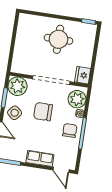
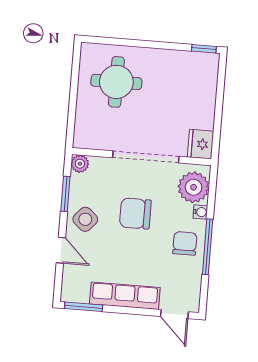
round table: (58, 39) -> (116, 82), moved
plant: (18, 86) -> (80, 164), width x0.53, depth x0.53
row of seats: (40, 158) -> (125, 296), width x1.48

